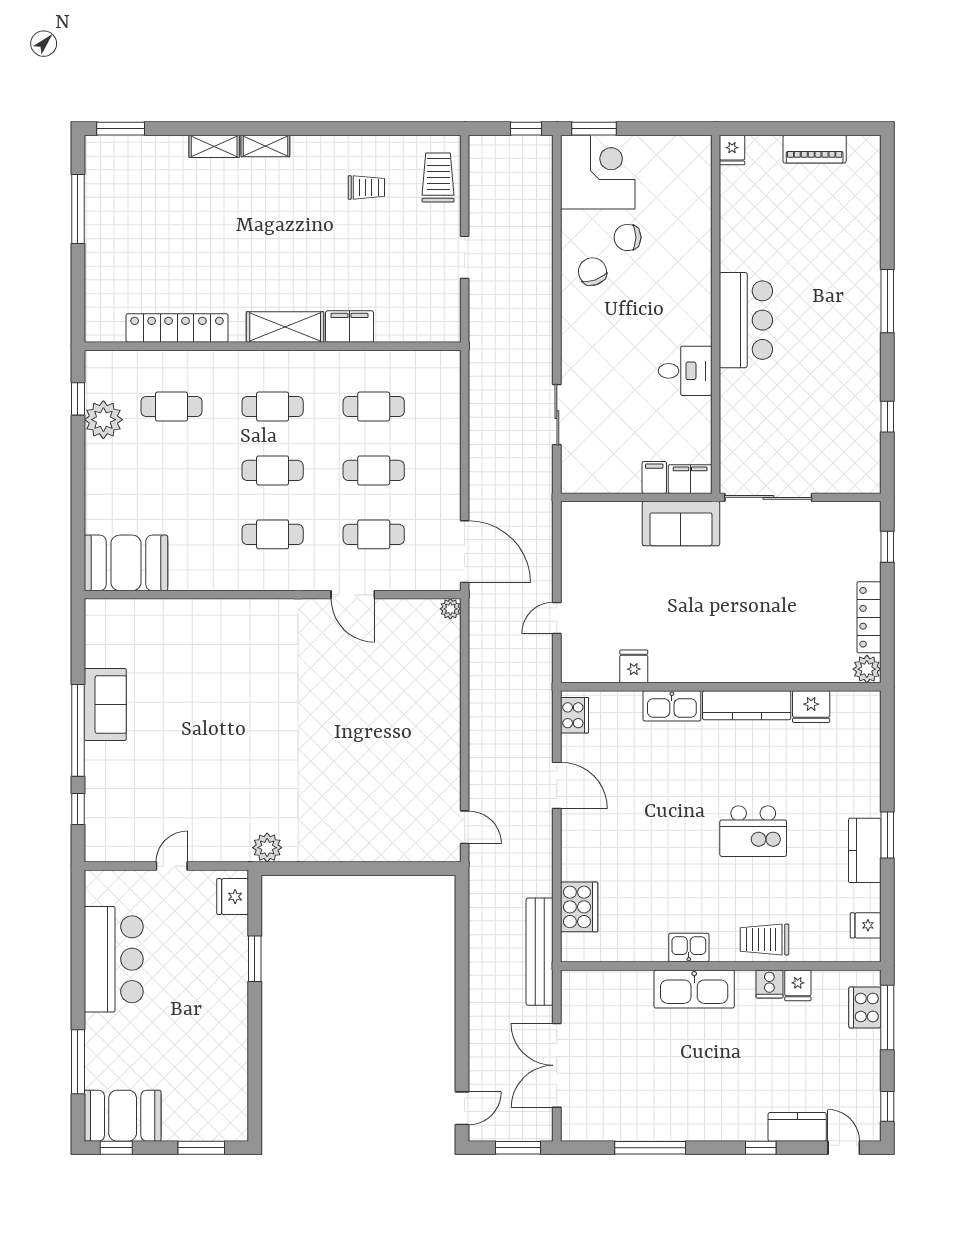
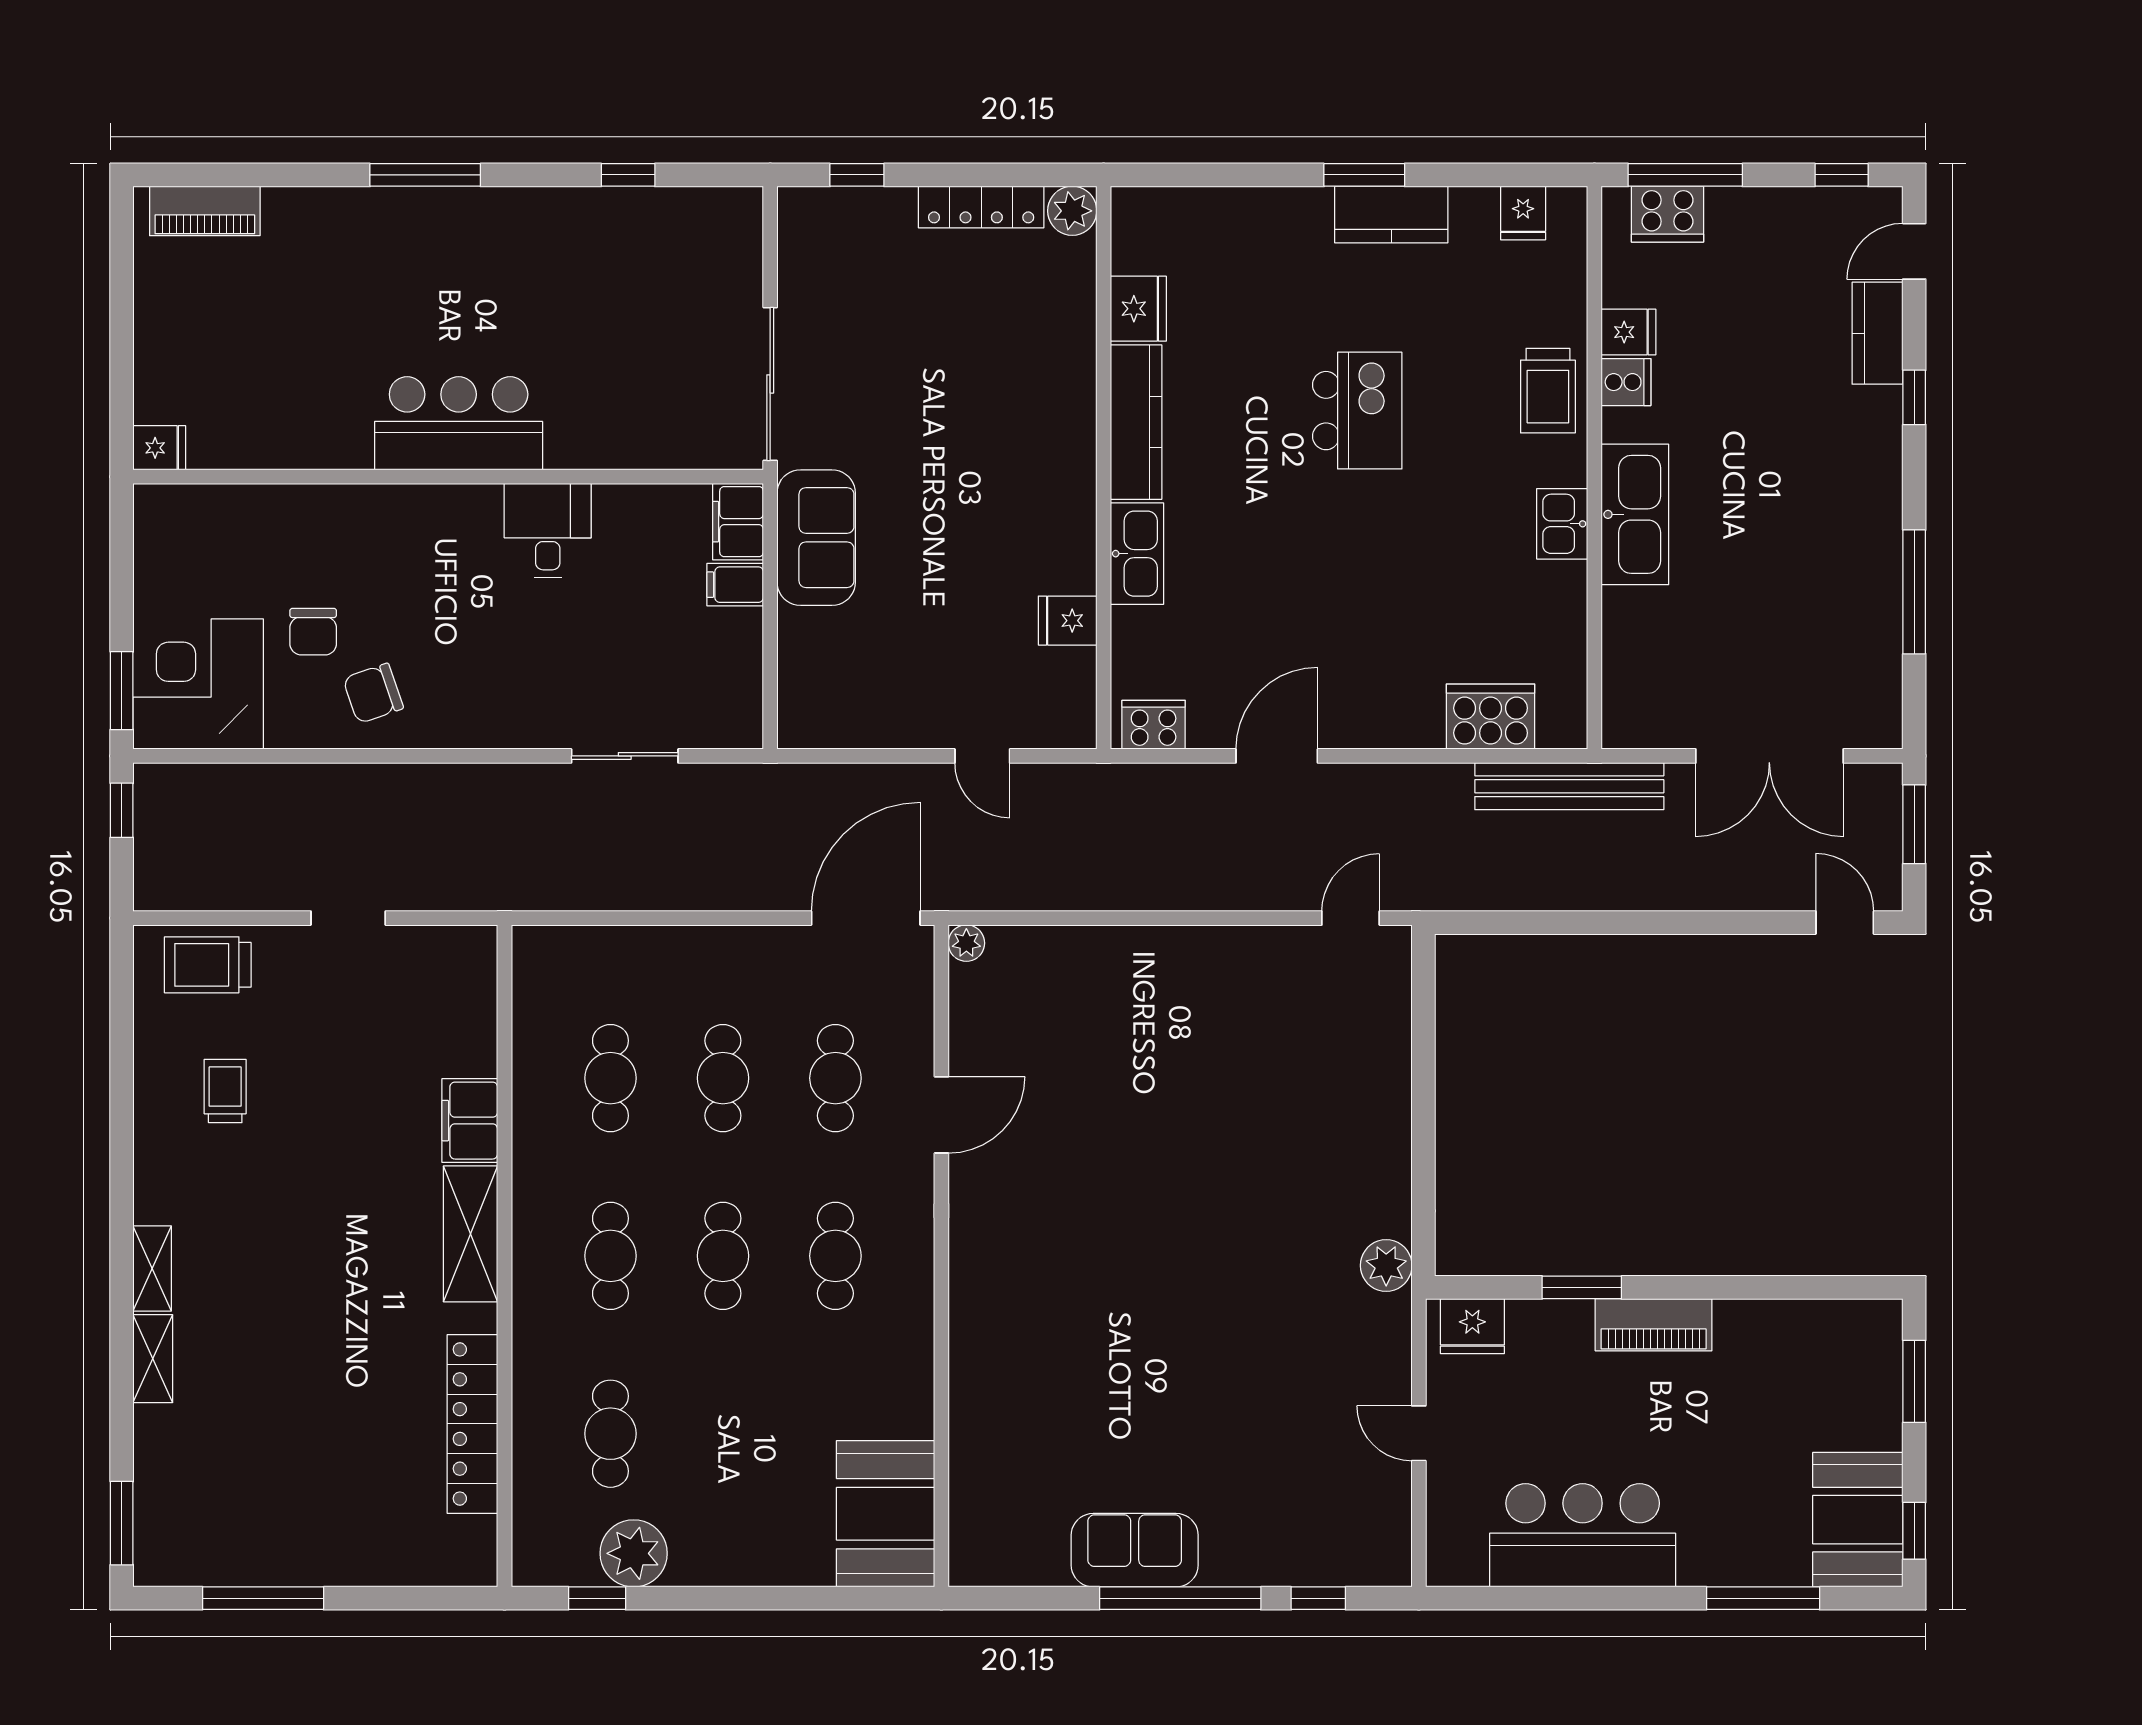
piano: (815, 149) -> (205, 211), moved, turned 90
piano: (233, 1000) -> (1654, 1325), added

